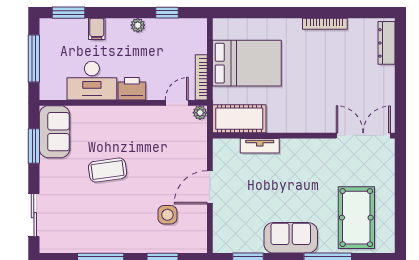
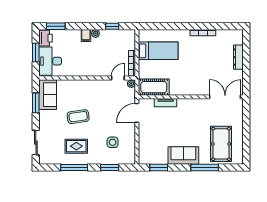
filing cabinet: (97, 29) -> (86, 36), moved
dresser: (386, 43) -> (238, 57), moved
window: (34, 58) -> (36, 53), width x0.69
bed: (247, 63) -> (158, 51), width x0.67
desk: (92, 81) -> (50, 61), moved, turned 90
printer: (132, 89) -> (46, 38), moved, turned 90
door: (210, 187) -> (137, 113), moved
rug: (104, 221) -> (76, 146), added

